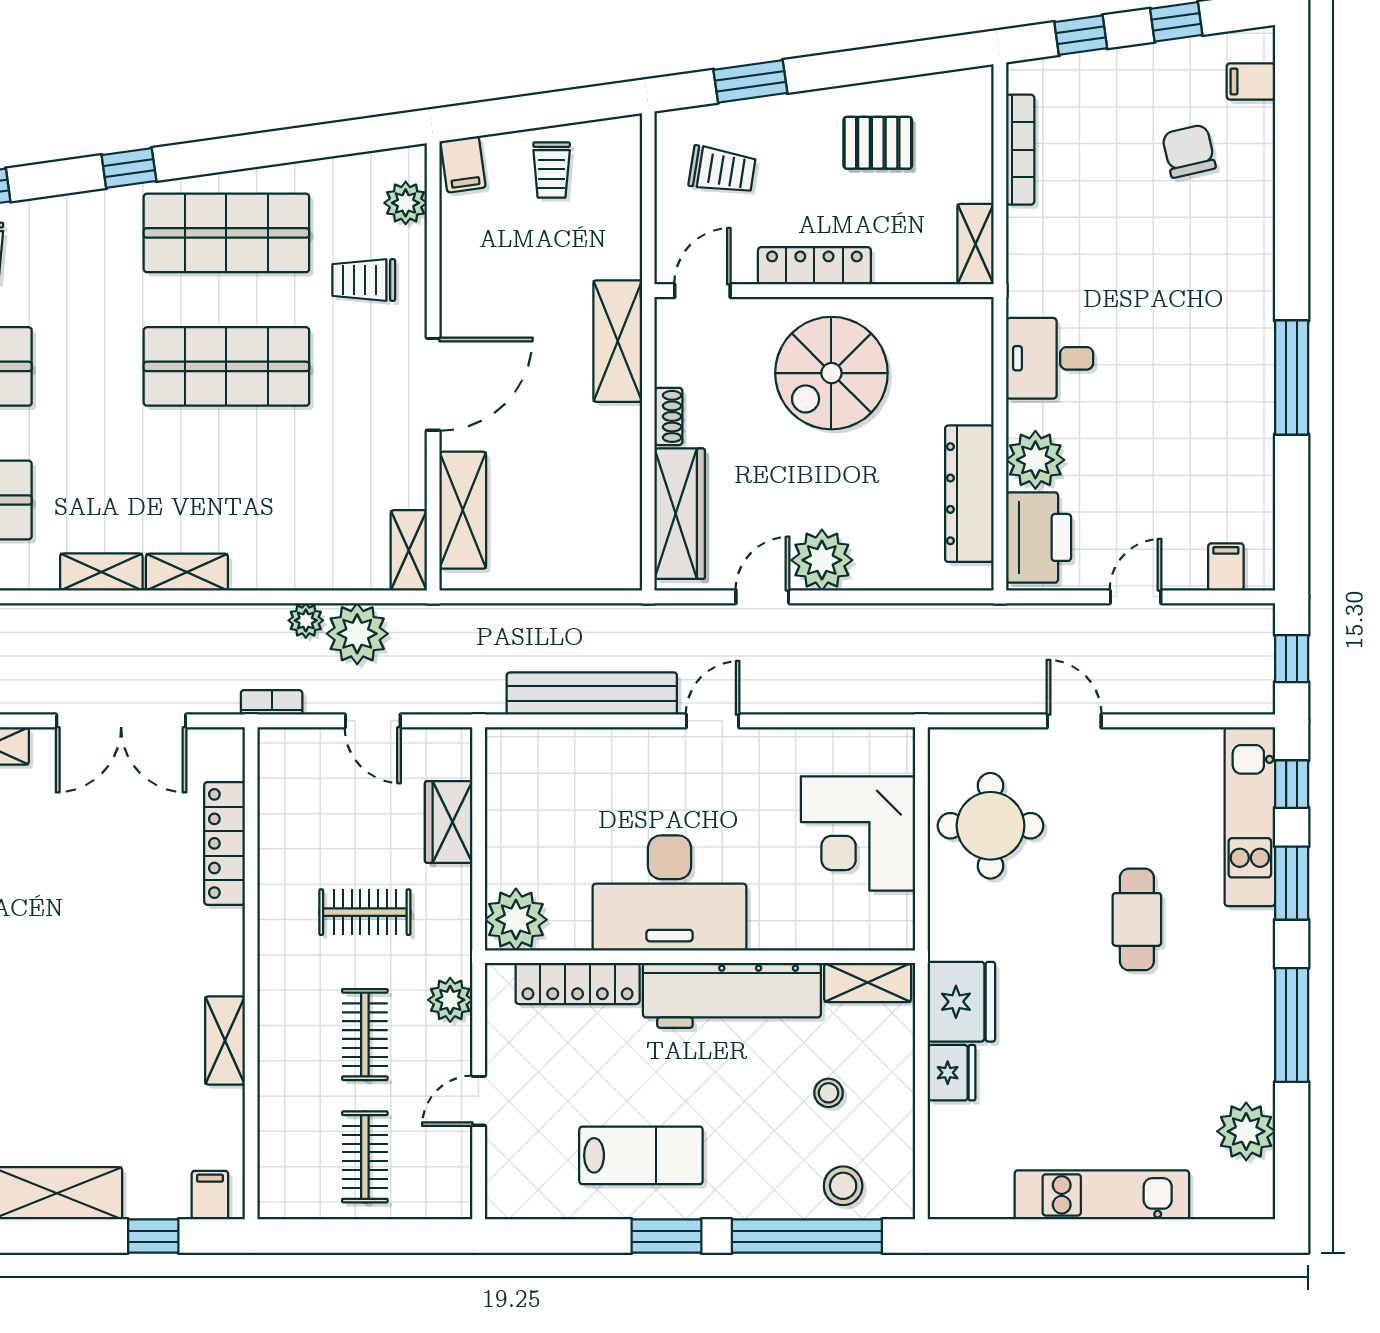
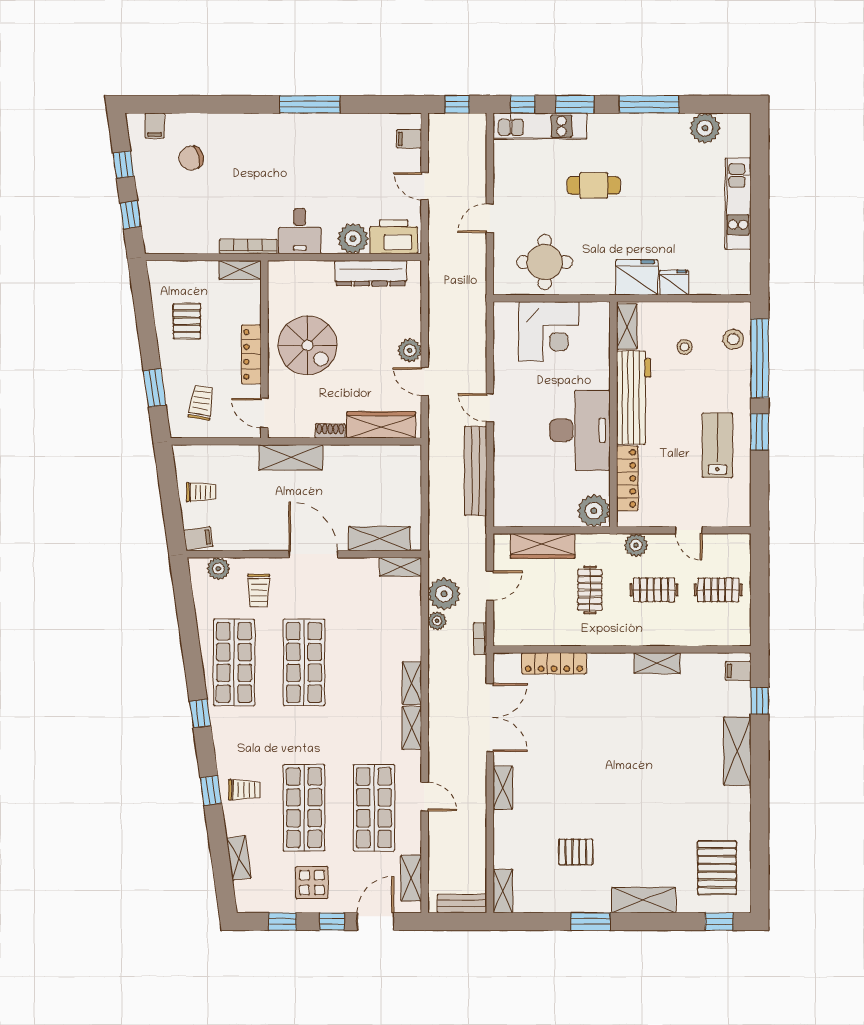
bookcase: (1020, 150) -> (248, 246), moved
plant: (822, 560) -> (410, 350), width x0.73, depth x0.73
wardrobe: (449, 822) -> (543, 546), width x1.50

